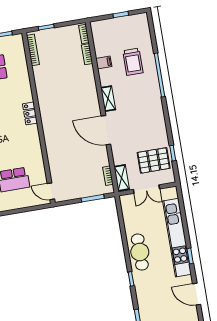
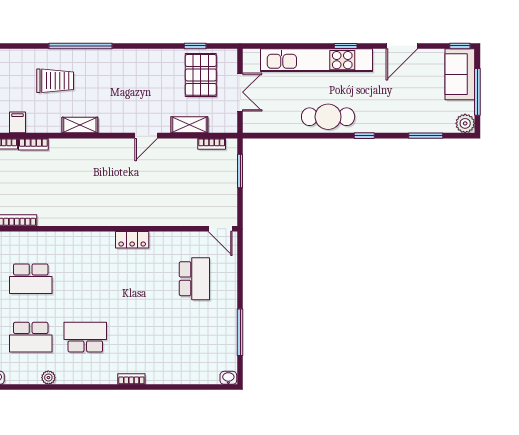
filing cabinet: (104, 62) -> (18, 122), moved
shelving: (108, 99) -> (80, 125), moved
locker: (30, 113) -> (132, 240), moved
door: (106, 130) -> (146, 136), width x0.53
shelving: (122, 178) -> (189, 125), moved
door: (51, 191) -> (220, 229), hinge flipped

